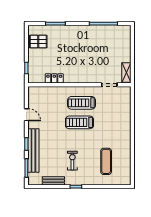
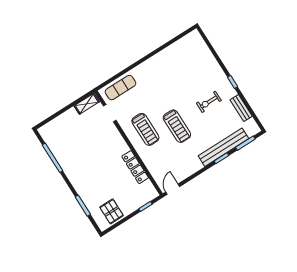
locker: (54, 78) -> (135, 167), width x1.53
door: (26, 115) -> (173, 189), moved
treadmill: (79, 122) -> (177, 126), moved
exercise mat: (106, 161) -> (120, 88), moved

